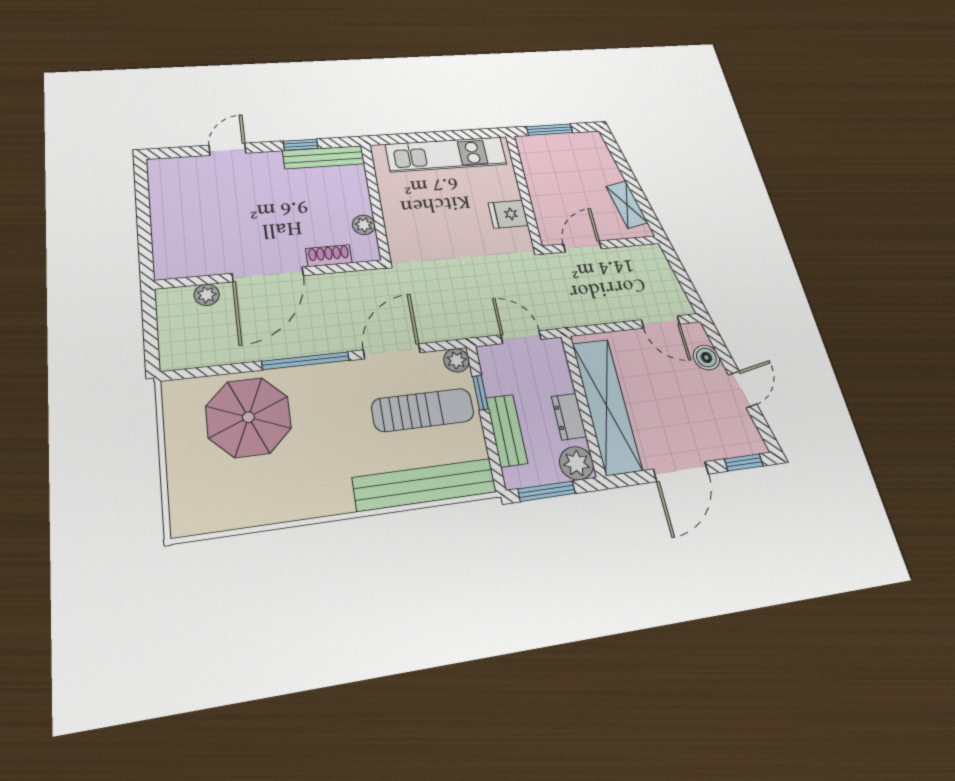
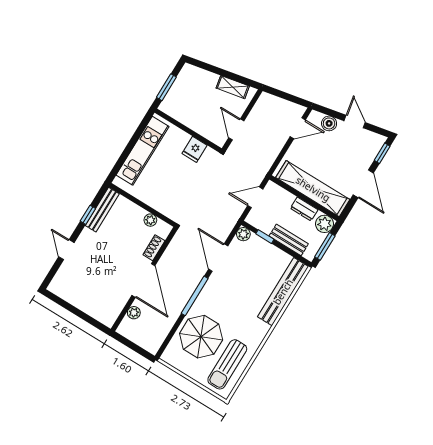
sun lounger: (423, 410) -> (227, 364), moved, turned 180

